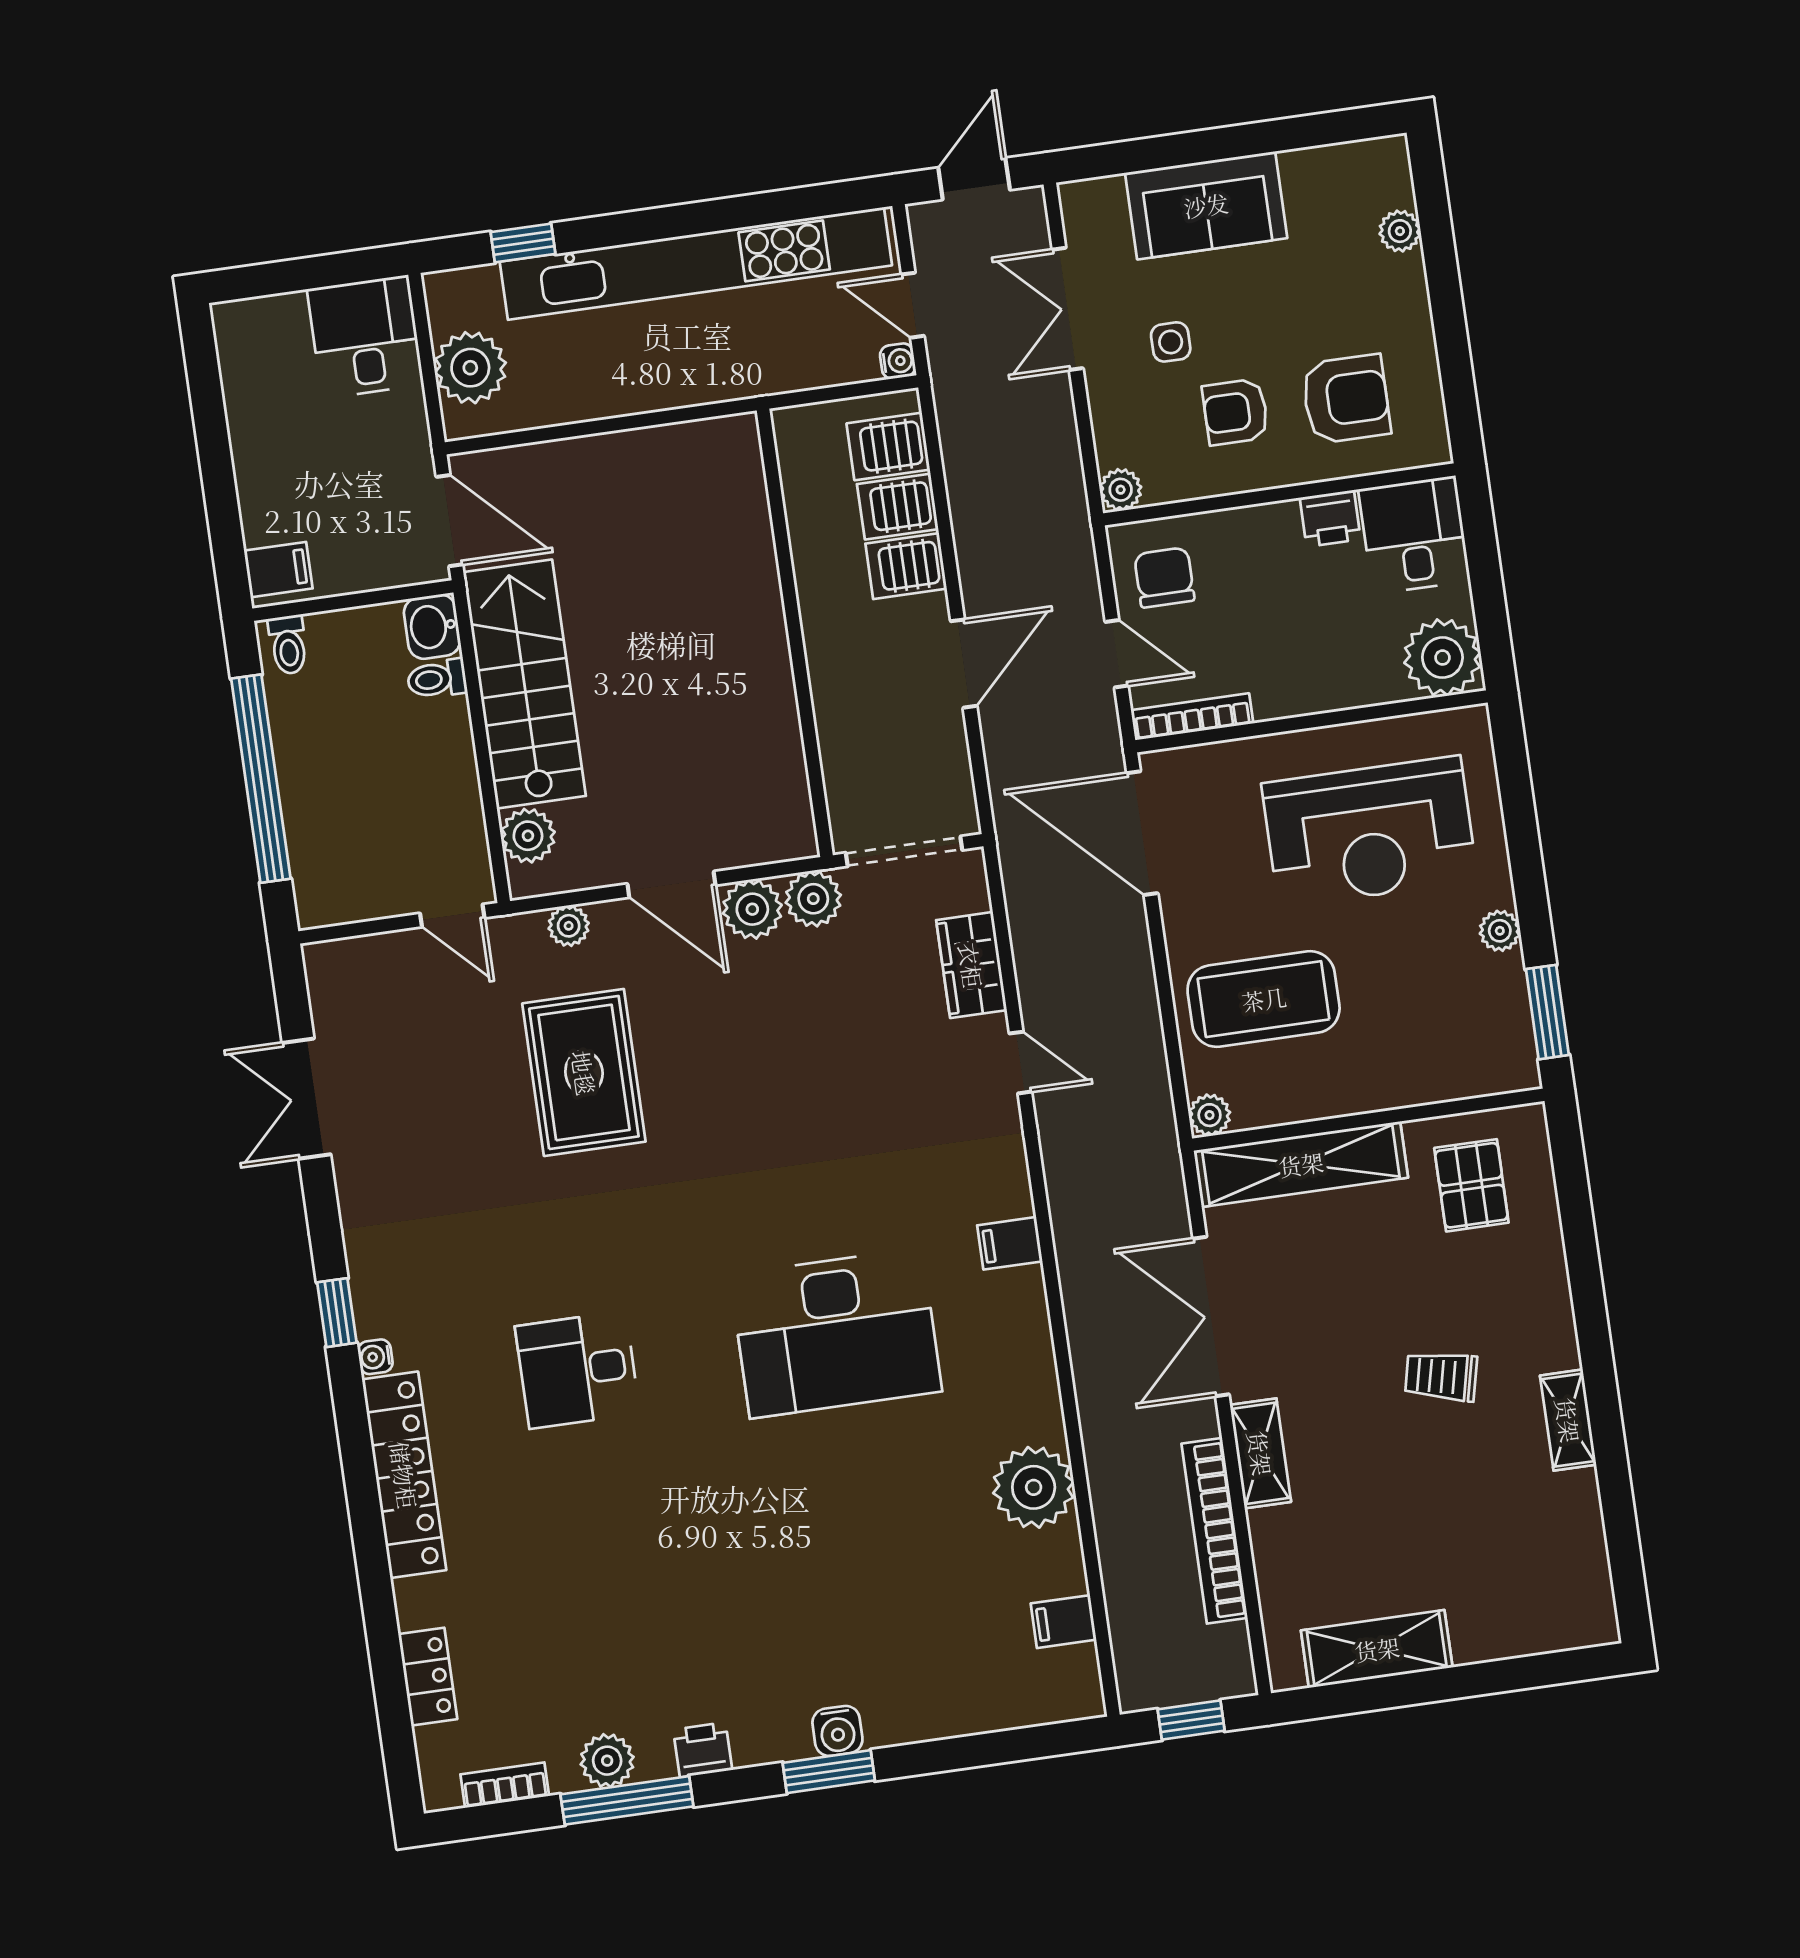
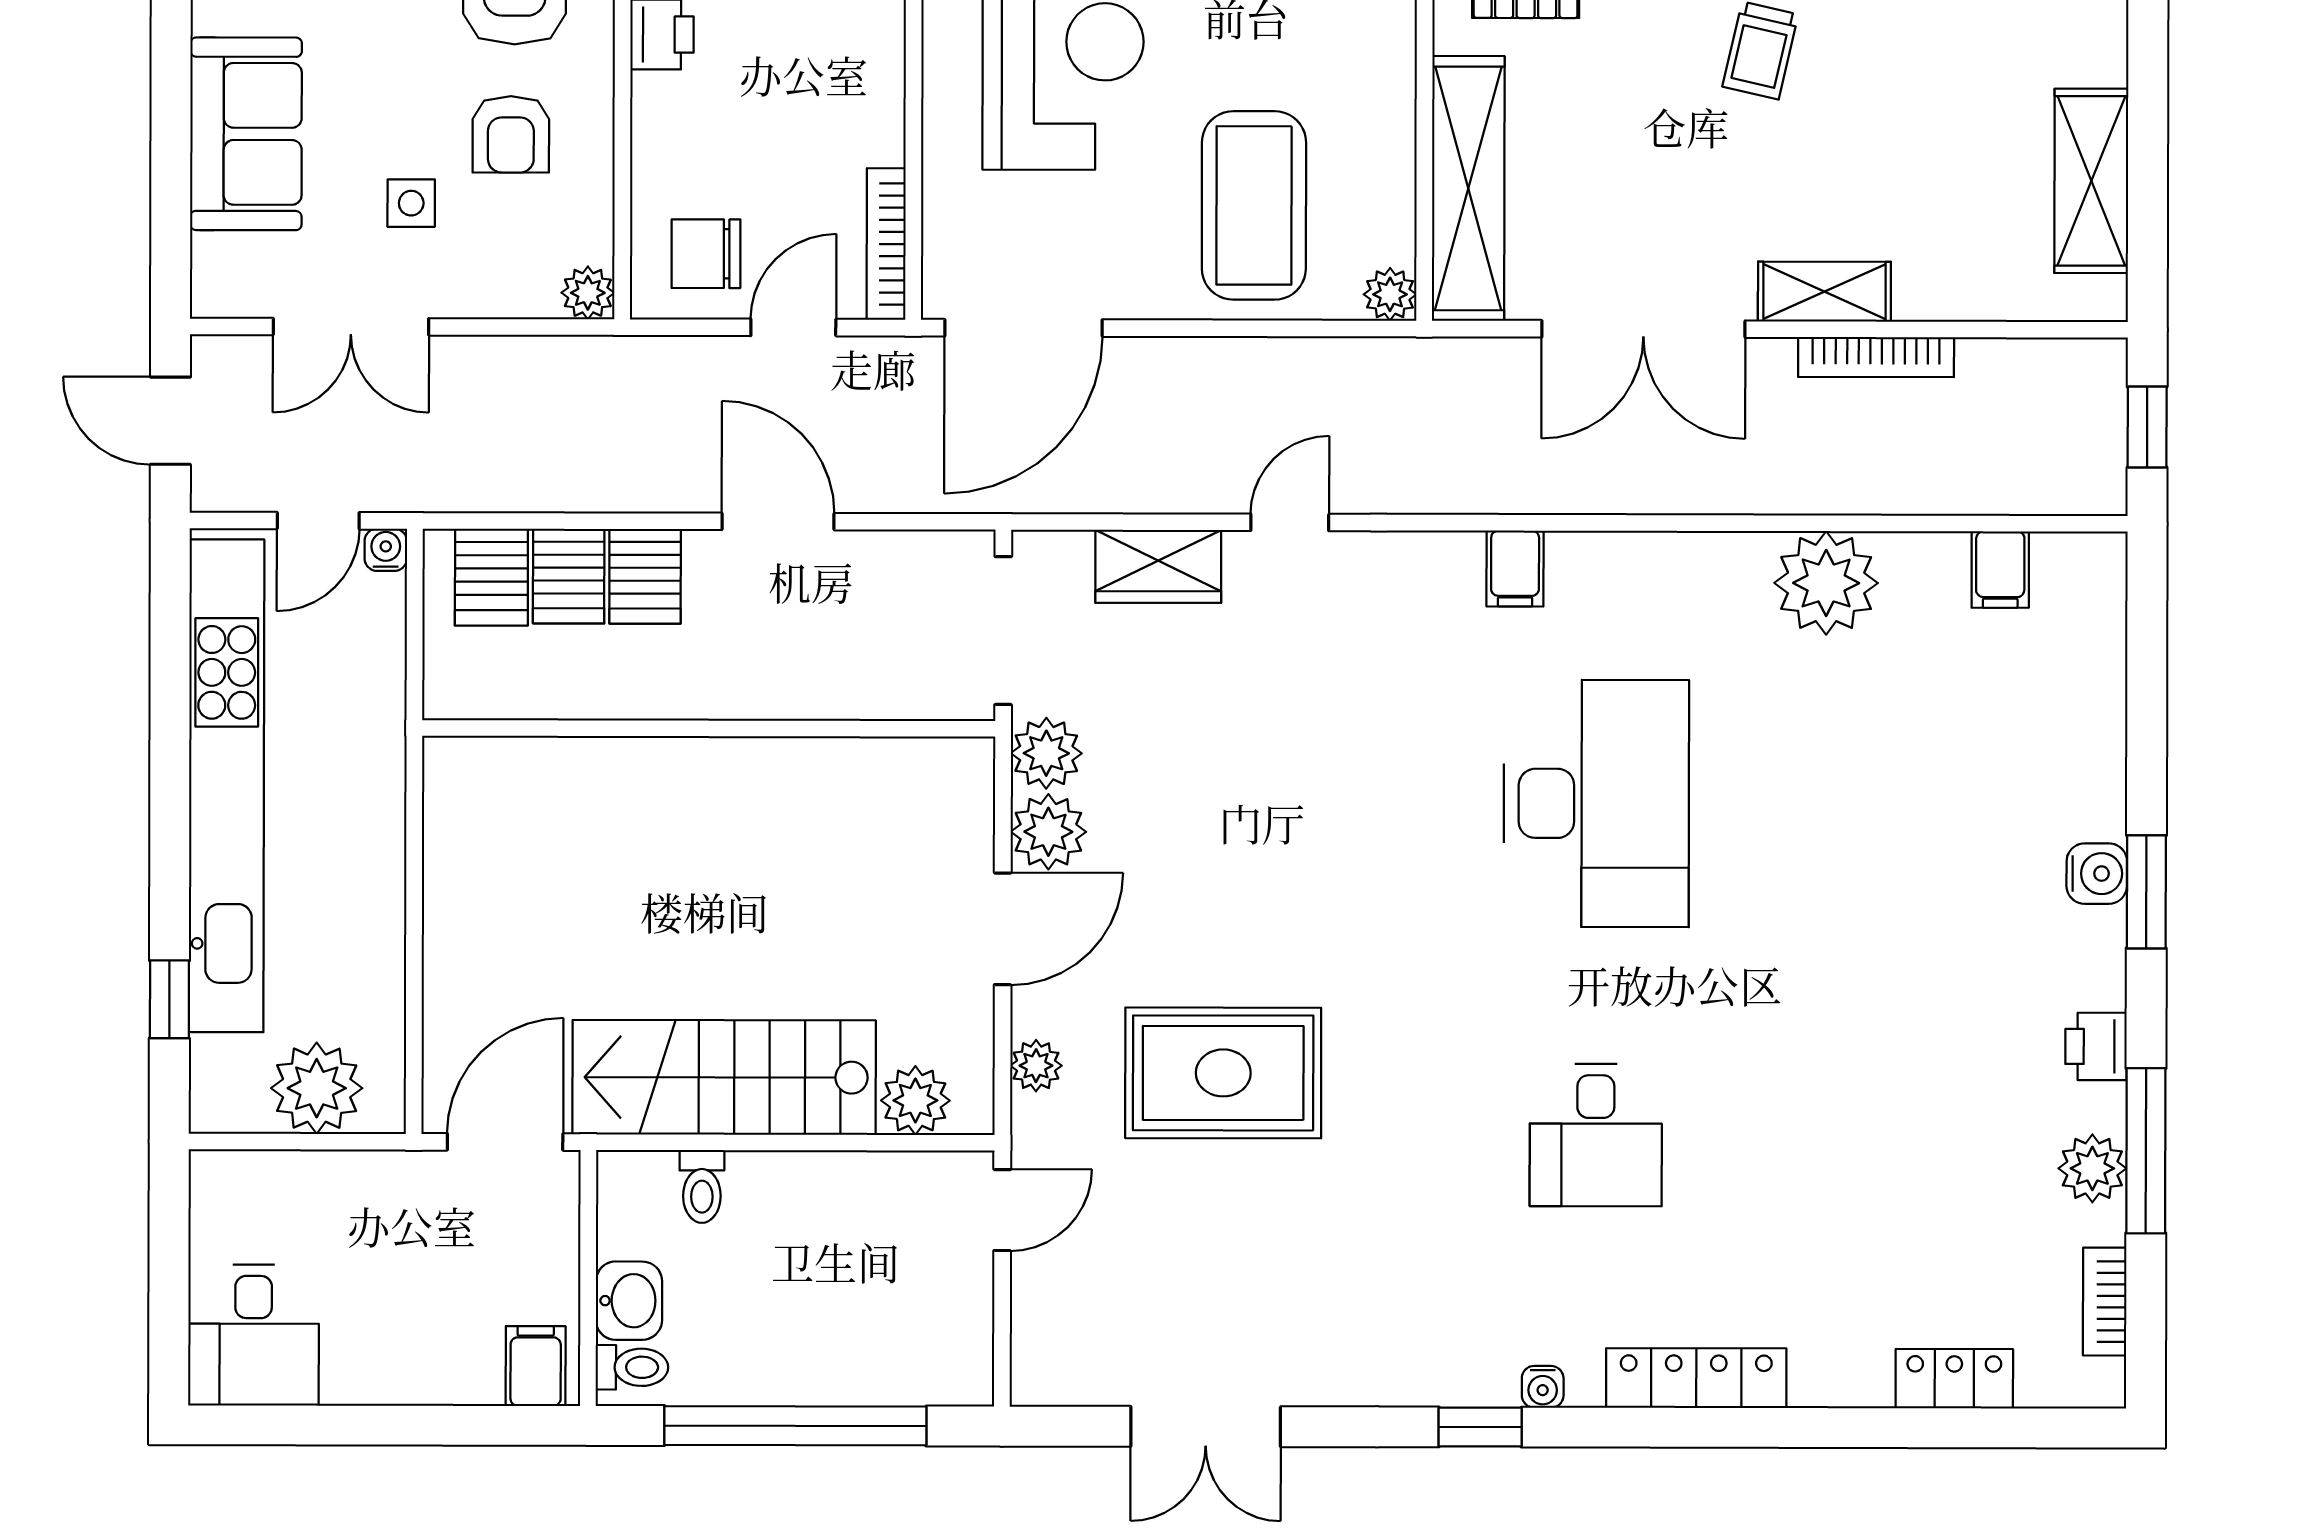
desk: (365, 337) -> (254, 1335), moved, turned -90
washbasin: (432, 627) -> (629, 1301), moved, turned -90
locker: (404, 1475) -> (1696, 1378), width x0.71, depth x0.83
bookcase: (1214, 1531) -> (1876, 357), width x0.68, depth x0.76

